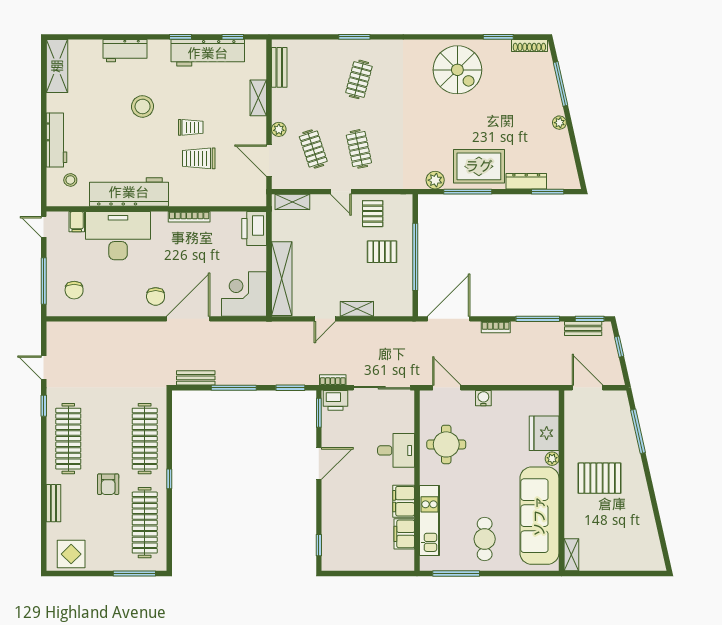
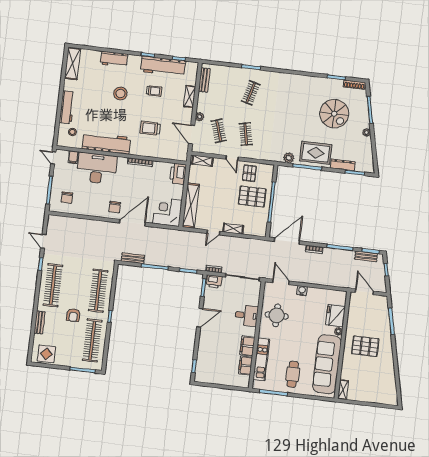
spiral stairs: (457, 70) -> (334, 114), moved
trolley: (191, 127) -> (154, 91), moved
pallet: (382, 252) -> (252, 197), width x1.50, depth x1.42

